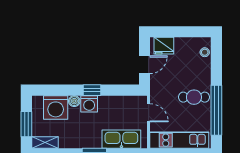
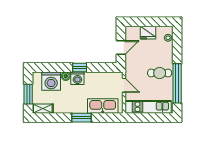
fridge: (164, 46) -> (148, 33), moved

